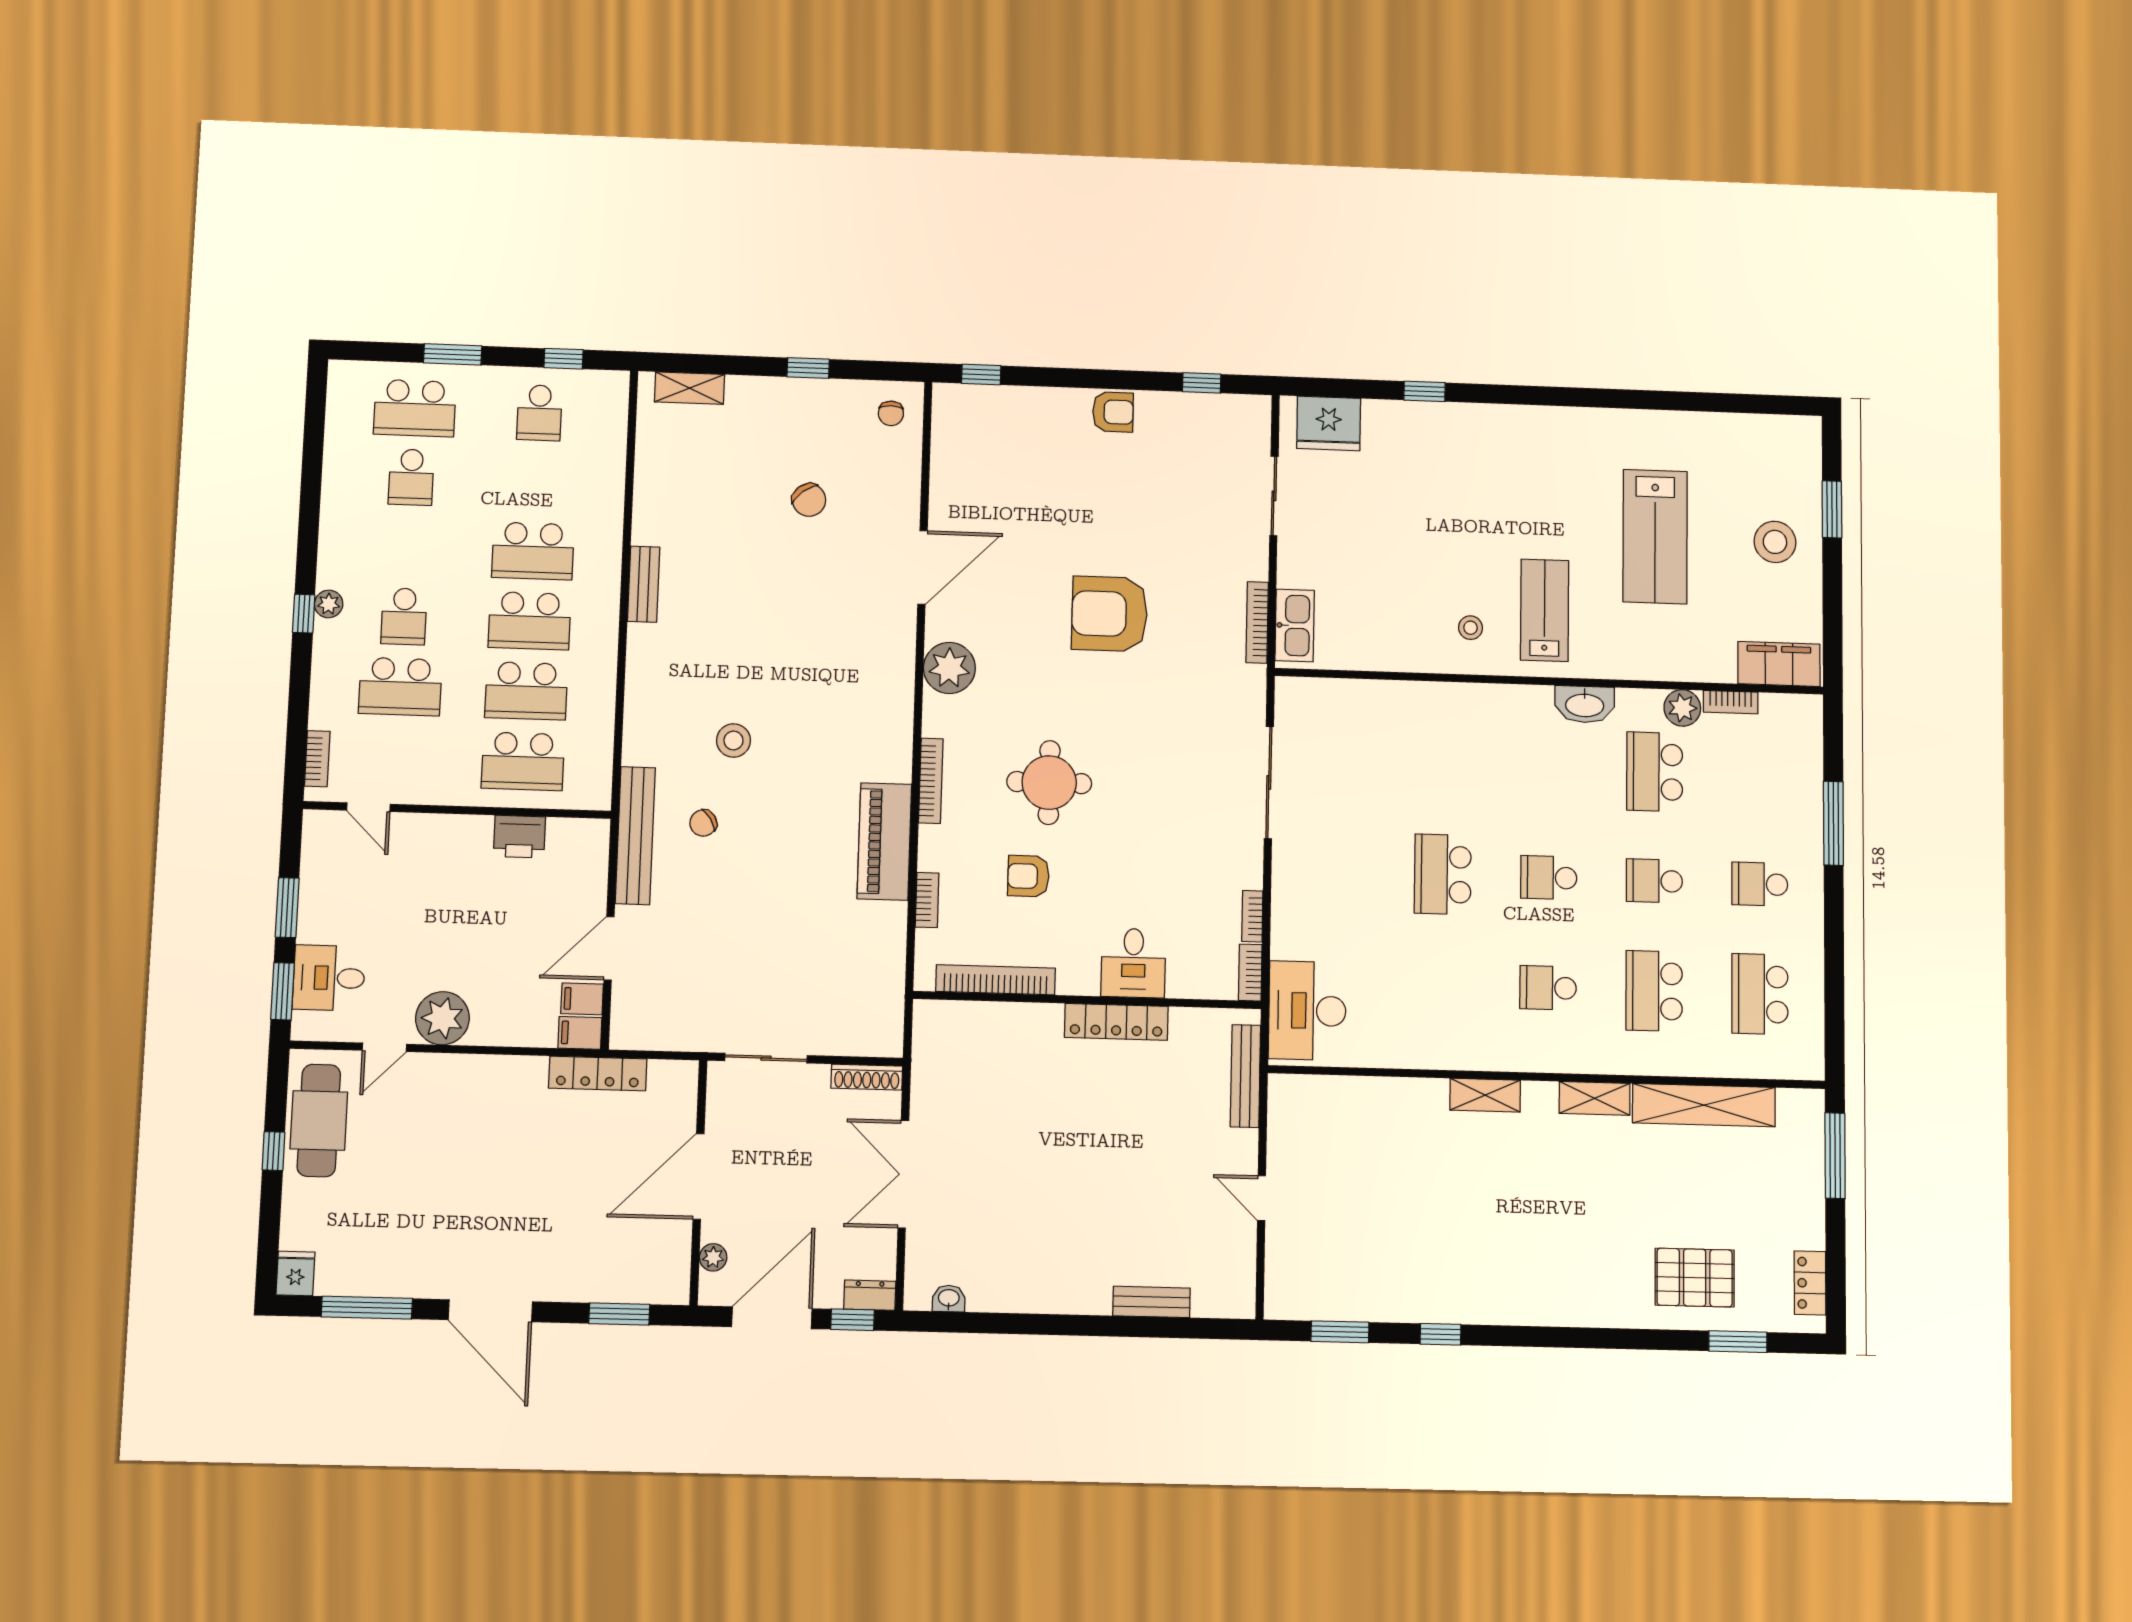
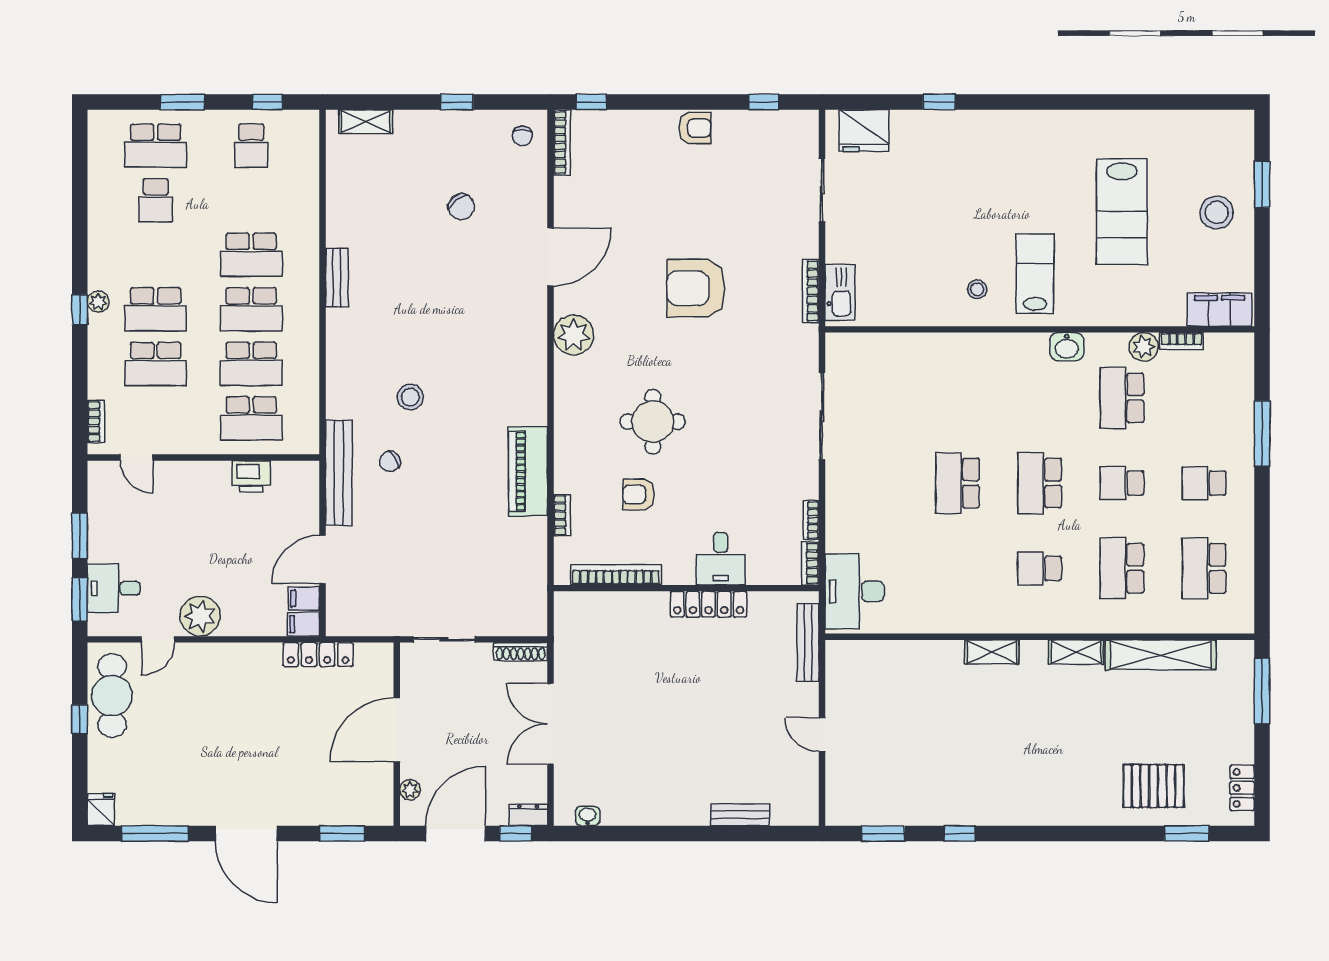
school desk: (404, 616) -> (156, 309), width x1.85
washbasin: (1585, 704) -> (1067, 347), width x0.72
bookcase: (931, 781) -> (562, 143), moved
school desk: (1549, 878) -> (1040, 483), width x1.85

